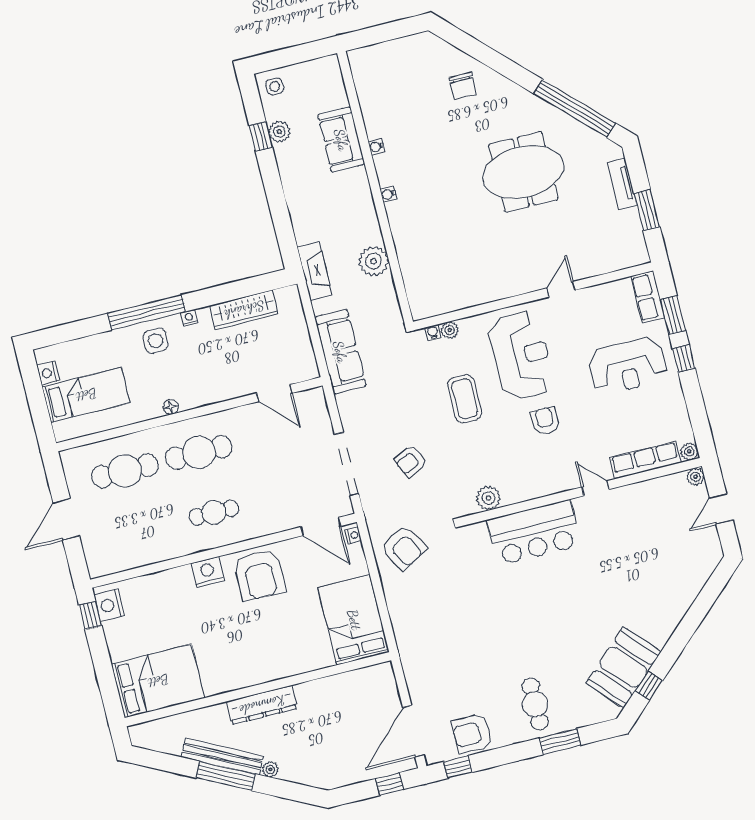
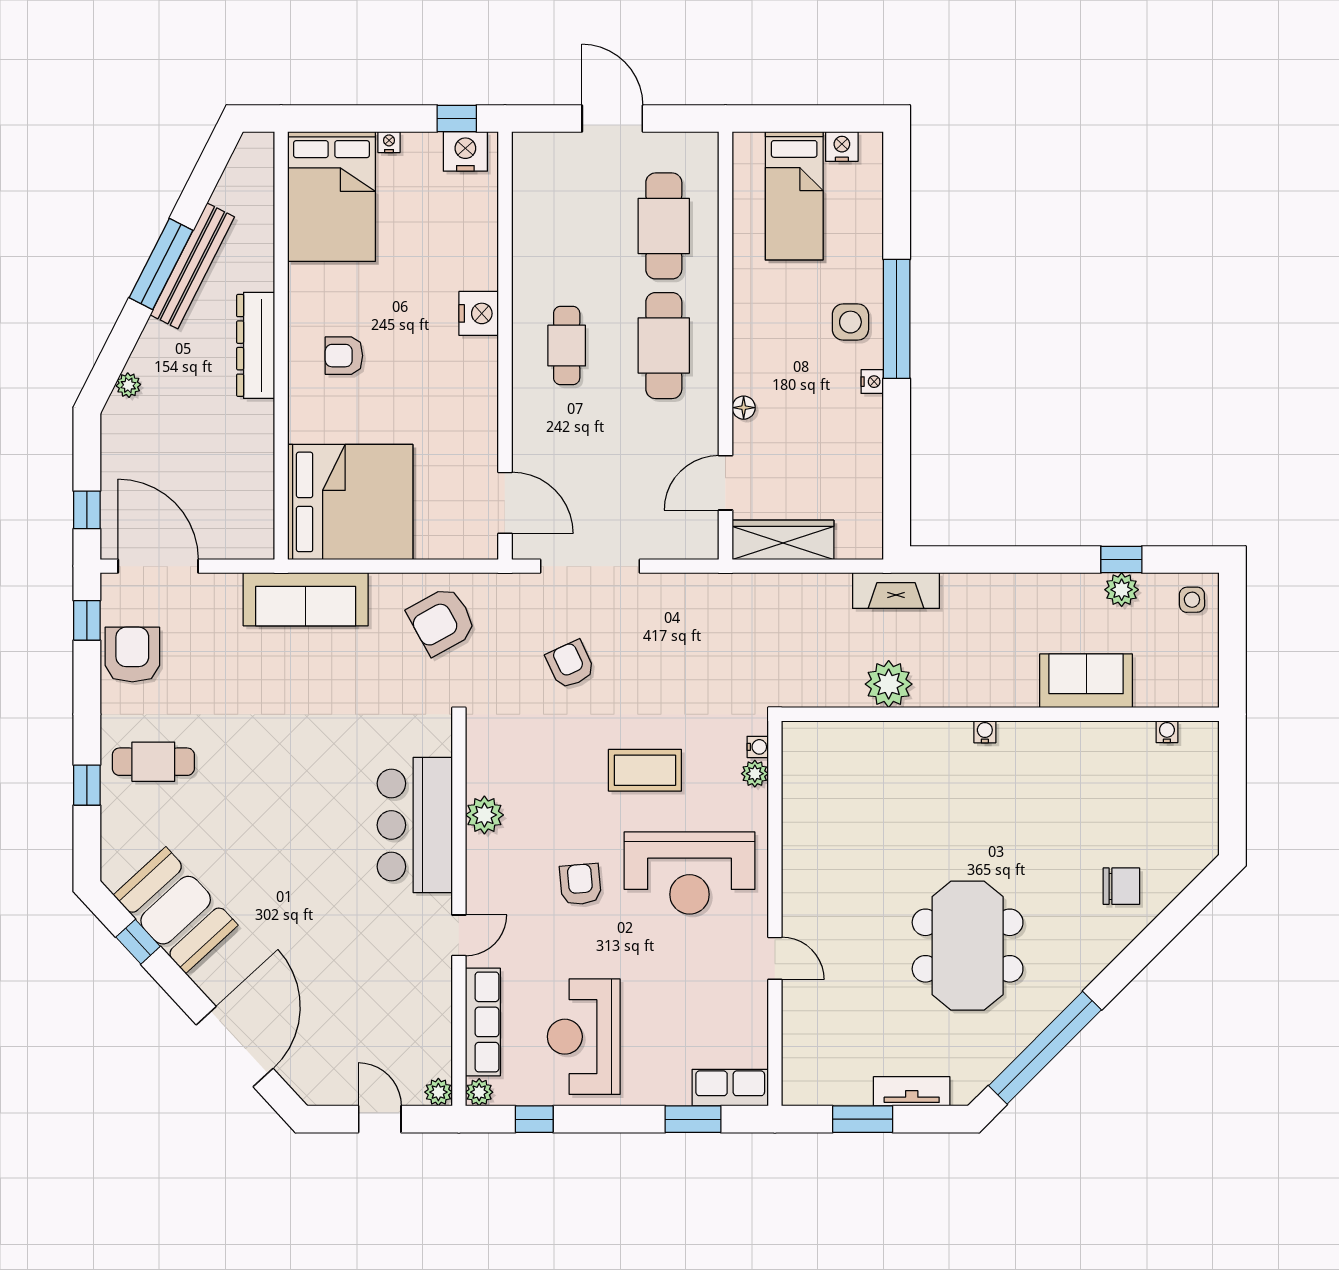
chair: (463, 86) -> (1121, 886), turned 180
water cooler: (376, 147) -> (1167, 732), moved
wardrobe: (244, 310) -> (783, 540), moved, turned 90
sofa: (340, 352) -> (306, 599), moved
window: (684, 358) -> (534, 1119), moved
reception desk: (628, 366) -> (584, 1037), moved
floor lamp: (171, 407) -> (744, 408), moved
armchair: (545, 421) -> (580, 884), turned -95
plant: (488, 498) -> (484, 815), moved
door: (321, 526) -> (505, 503), swing flipped
nightstand: (353, 535) -> (389, 142), moved, turned 180
armchair: (259, 575) -> (344, 356), moved, width x0.53, depth x0.53
door: (699, 610) -> (235, 1047), added
bed: (354, 620) -> (350, 502), width x1.36
window: (560, 742) -> (87, 785), width x0.67
plant: (270, 769) -> (128, 385), moved

